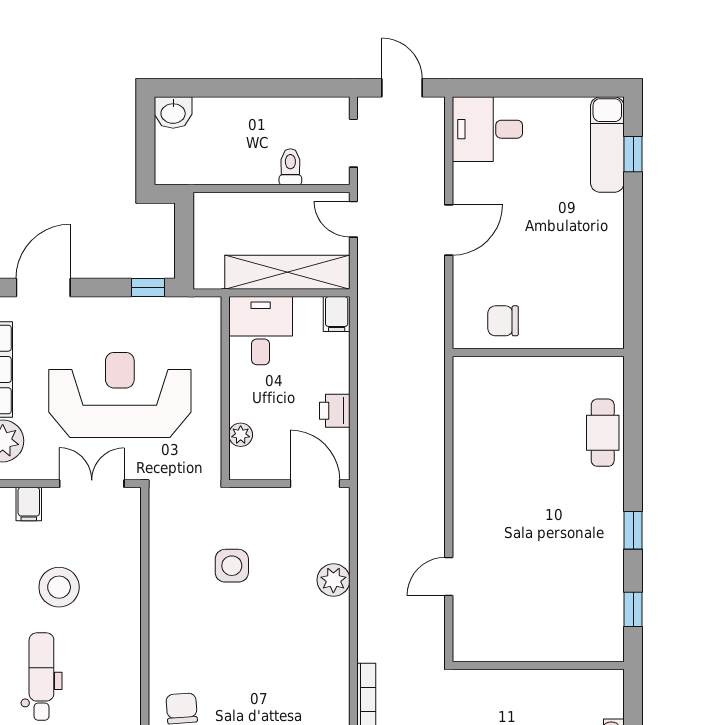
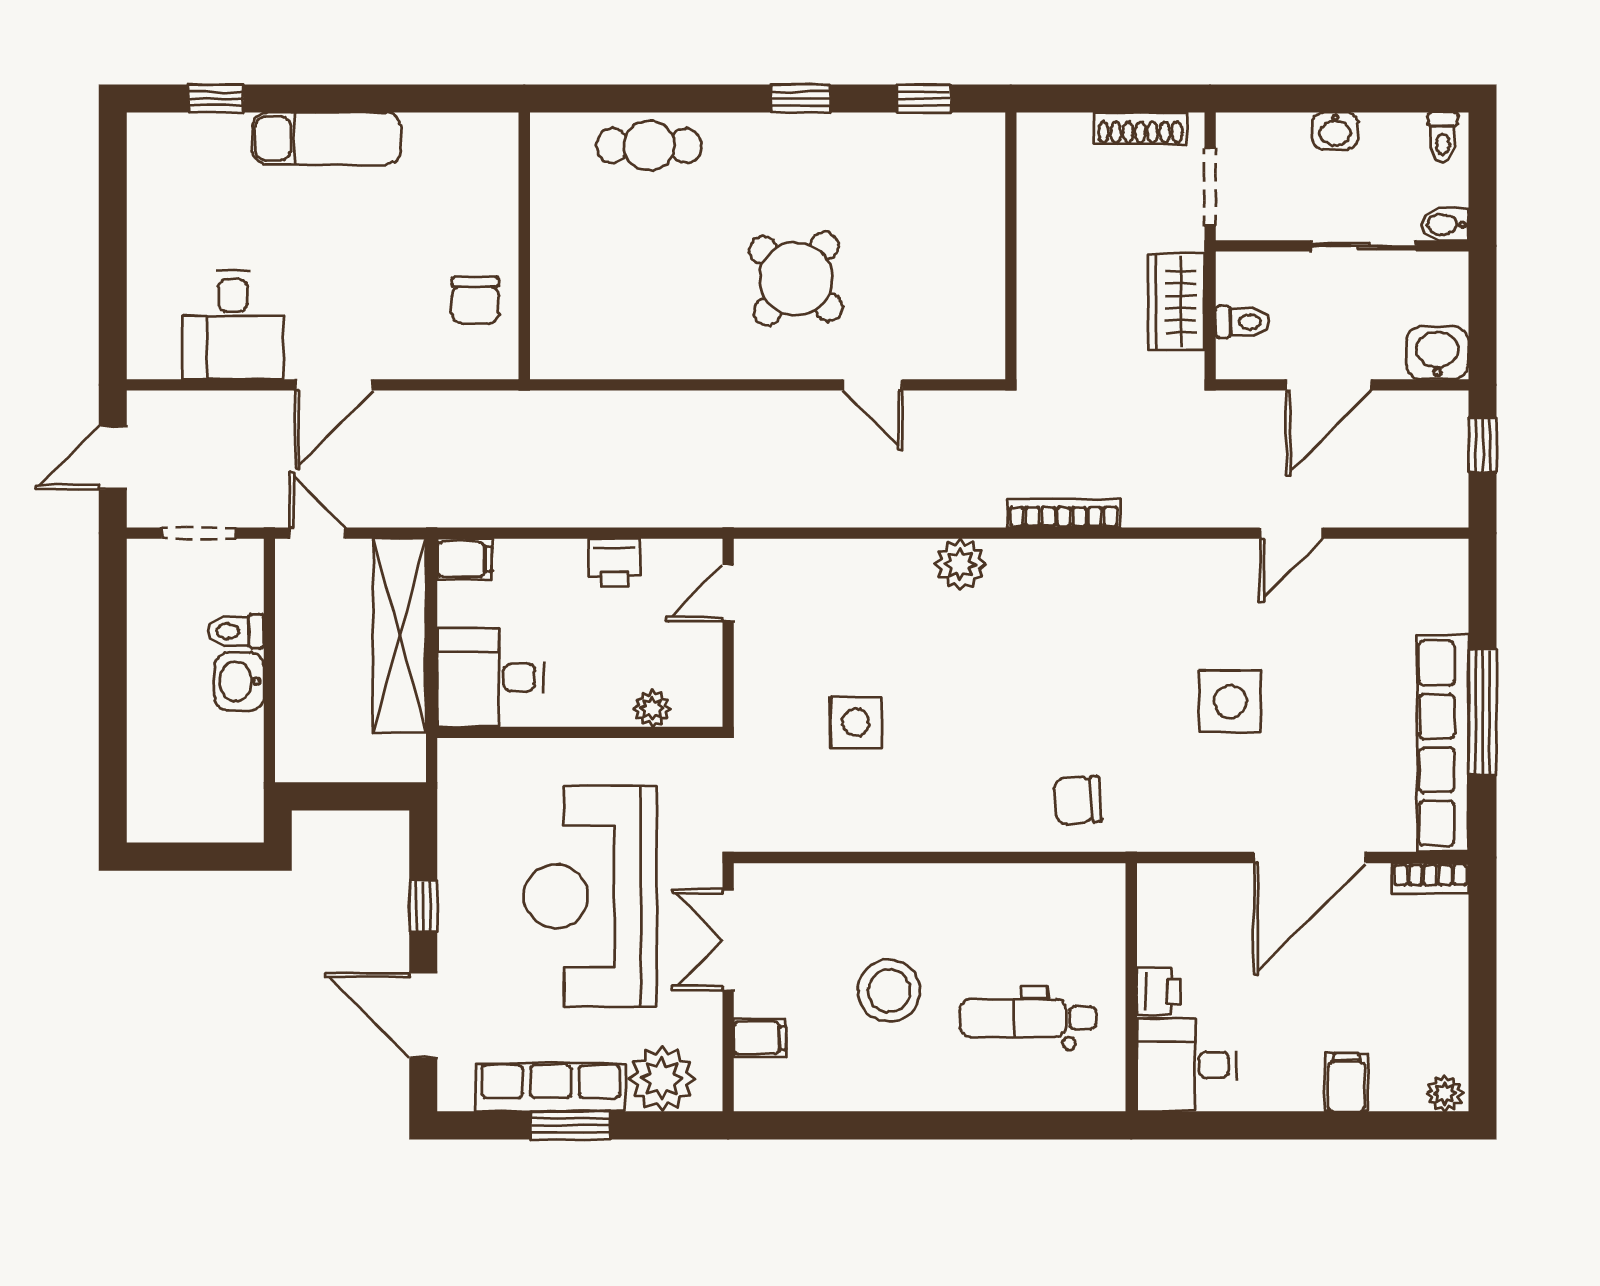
washbasin: (173, 113) -> (239, 681), moved, turned 180
desk: (487, 129) -> (233, 325), moved
exam couch: (607, 145) -> (327, 139), moved
door: (353, 219) -> (317, 533), swing flipped
door: (449, 230) -> (334, 385), swing flipped
window: (148, 287) -> (423, 906), moved
door: (315, 484) -> (728, 593), width x0.73
round table: (517, 527) -> (796, 279), added
plant: (333, 580) -> (960, 564), moved

